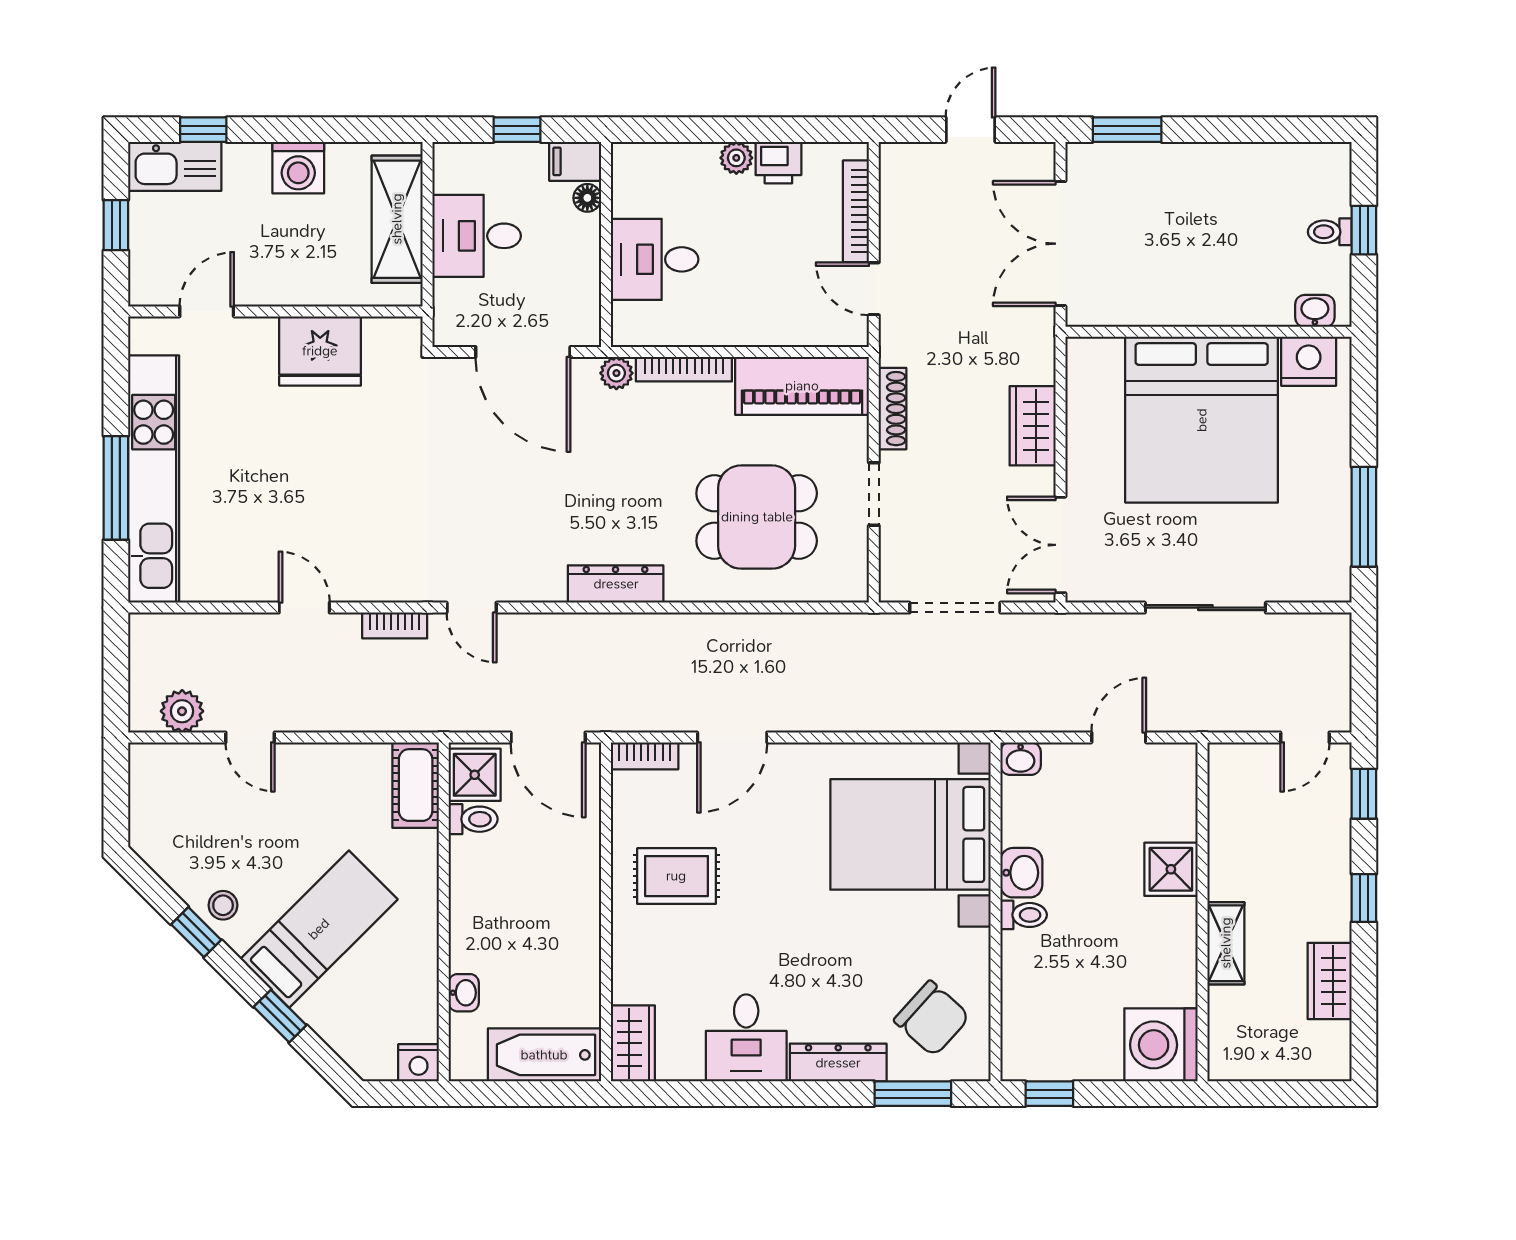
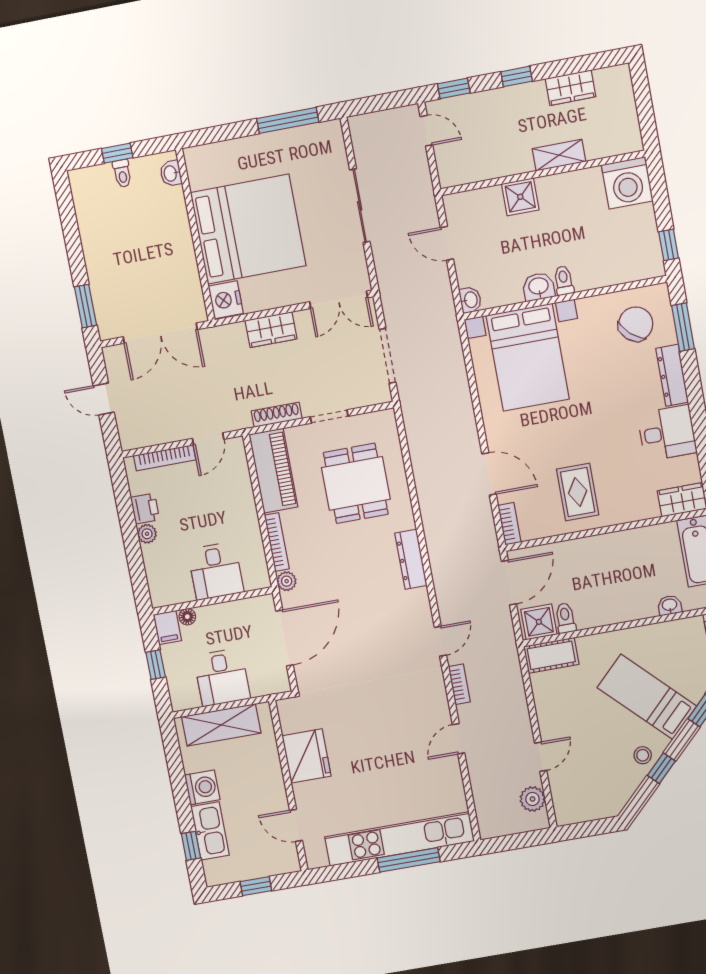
kitchen sink: (175, 166) -> (210, 831), moved
nightstand: (1309, 361) -> (226, 300), moved

